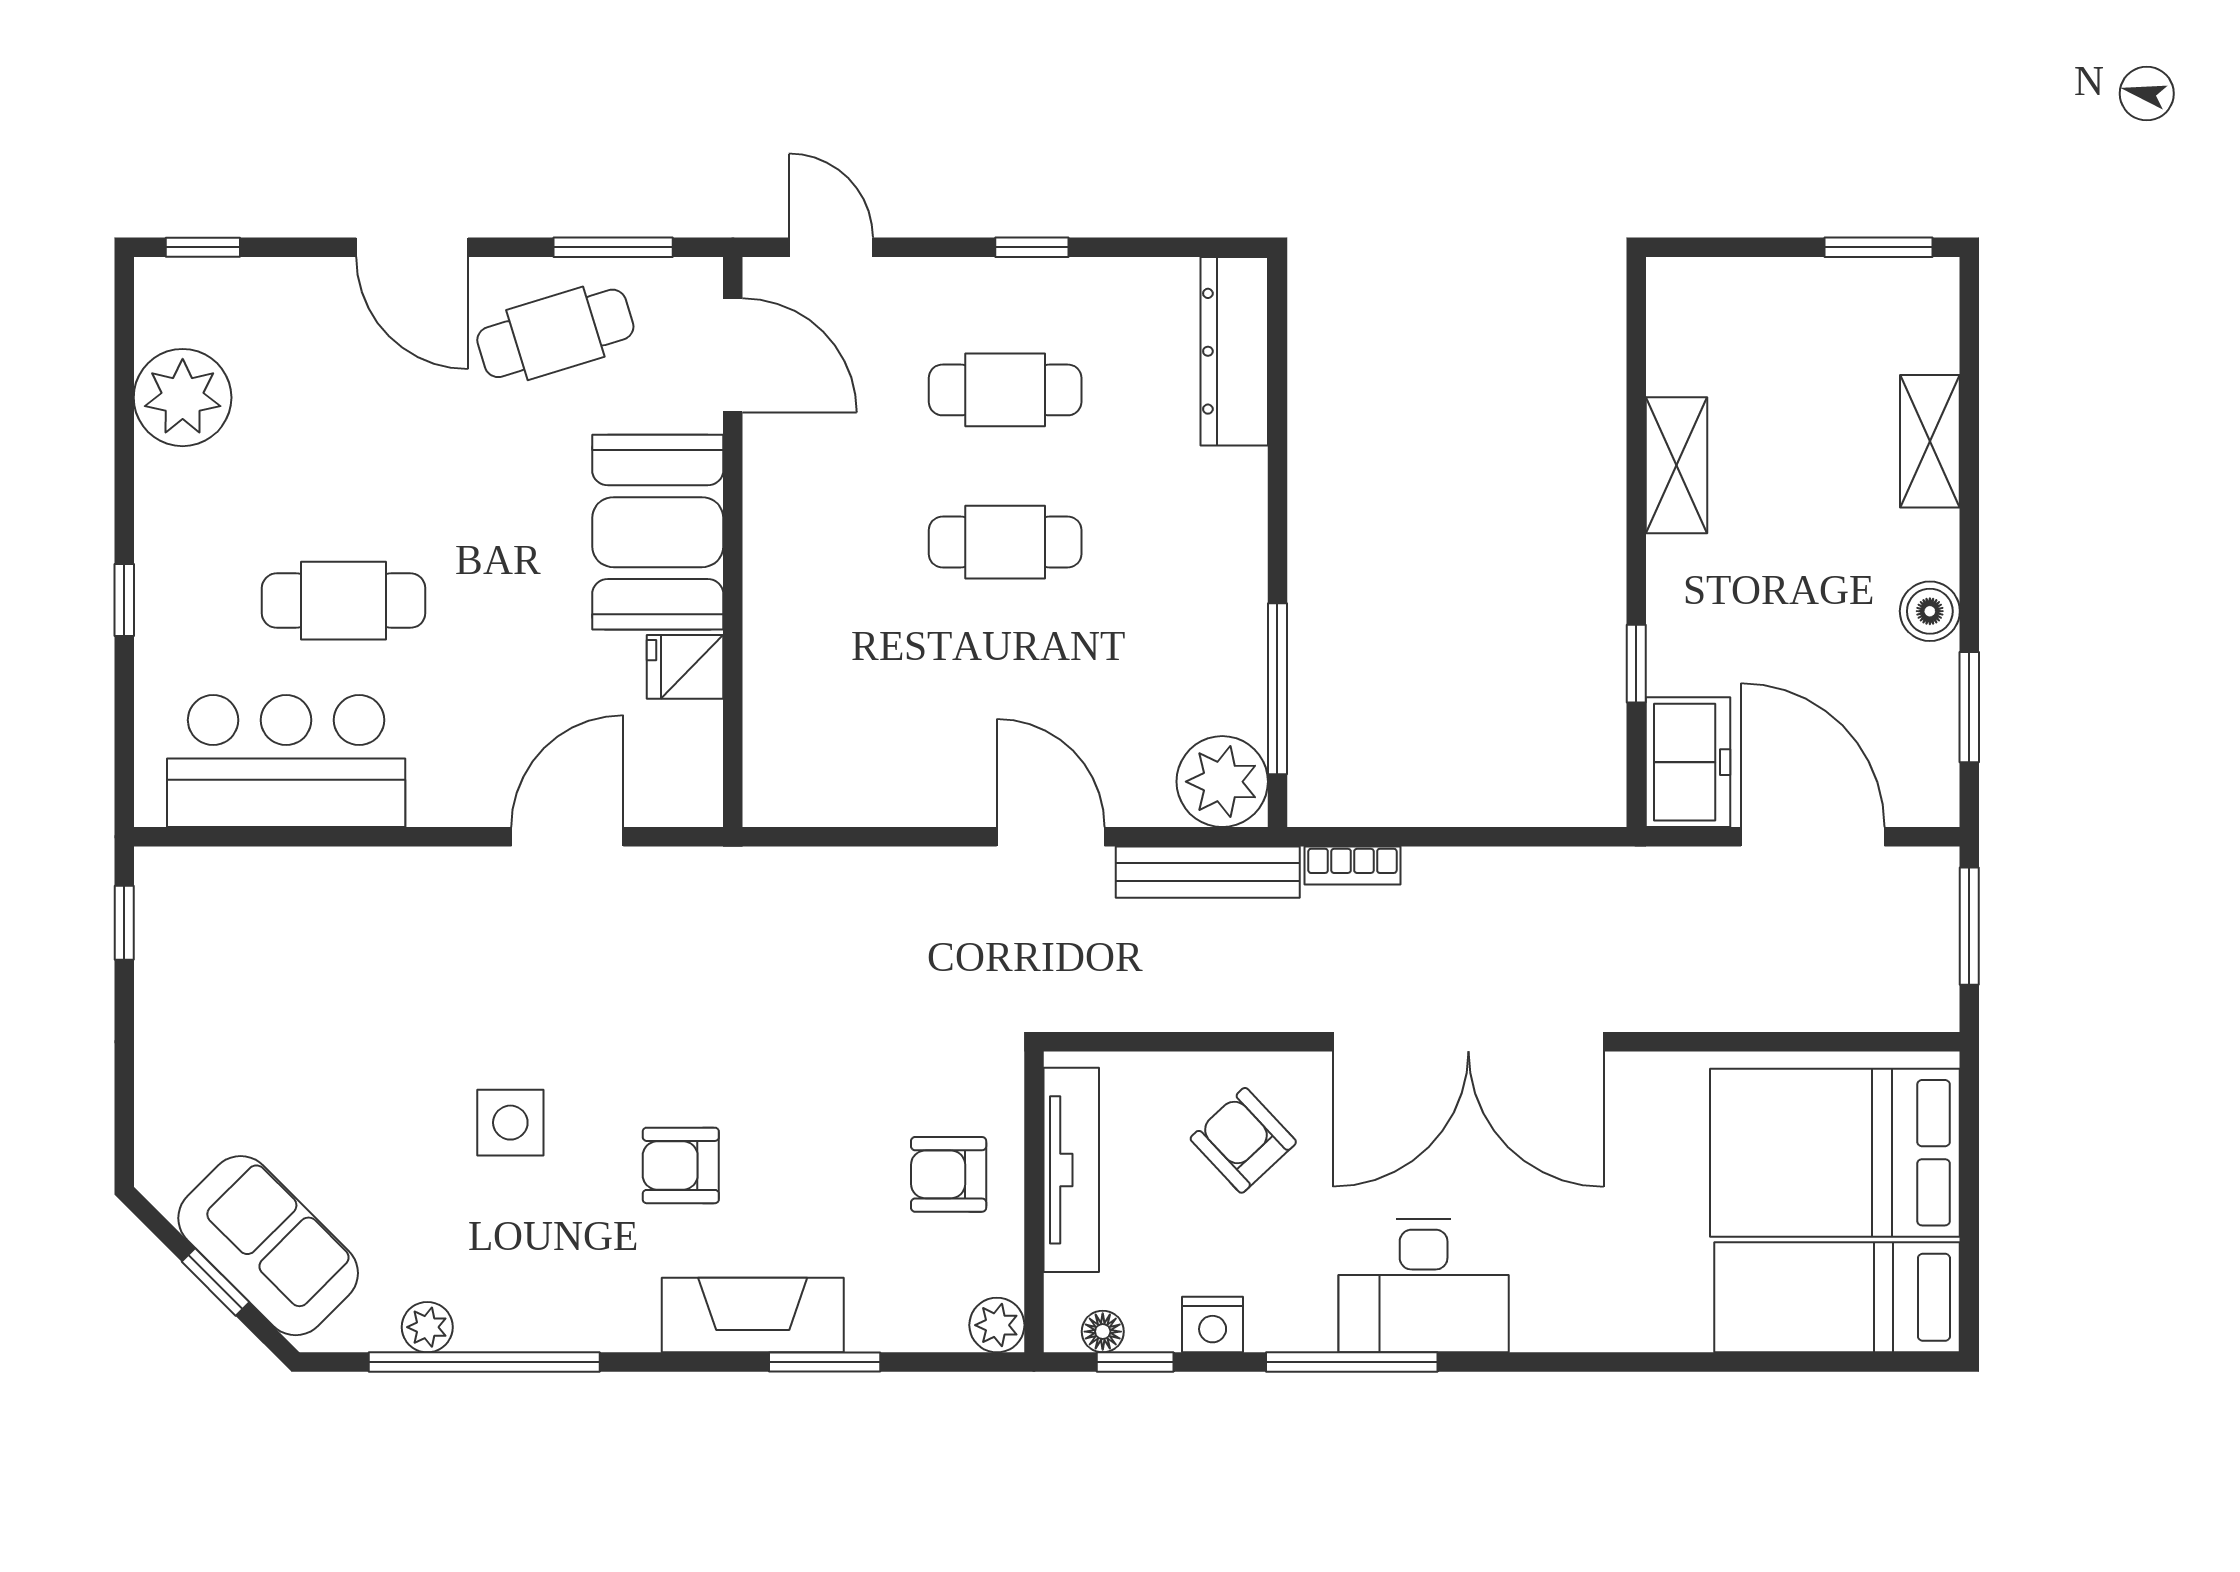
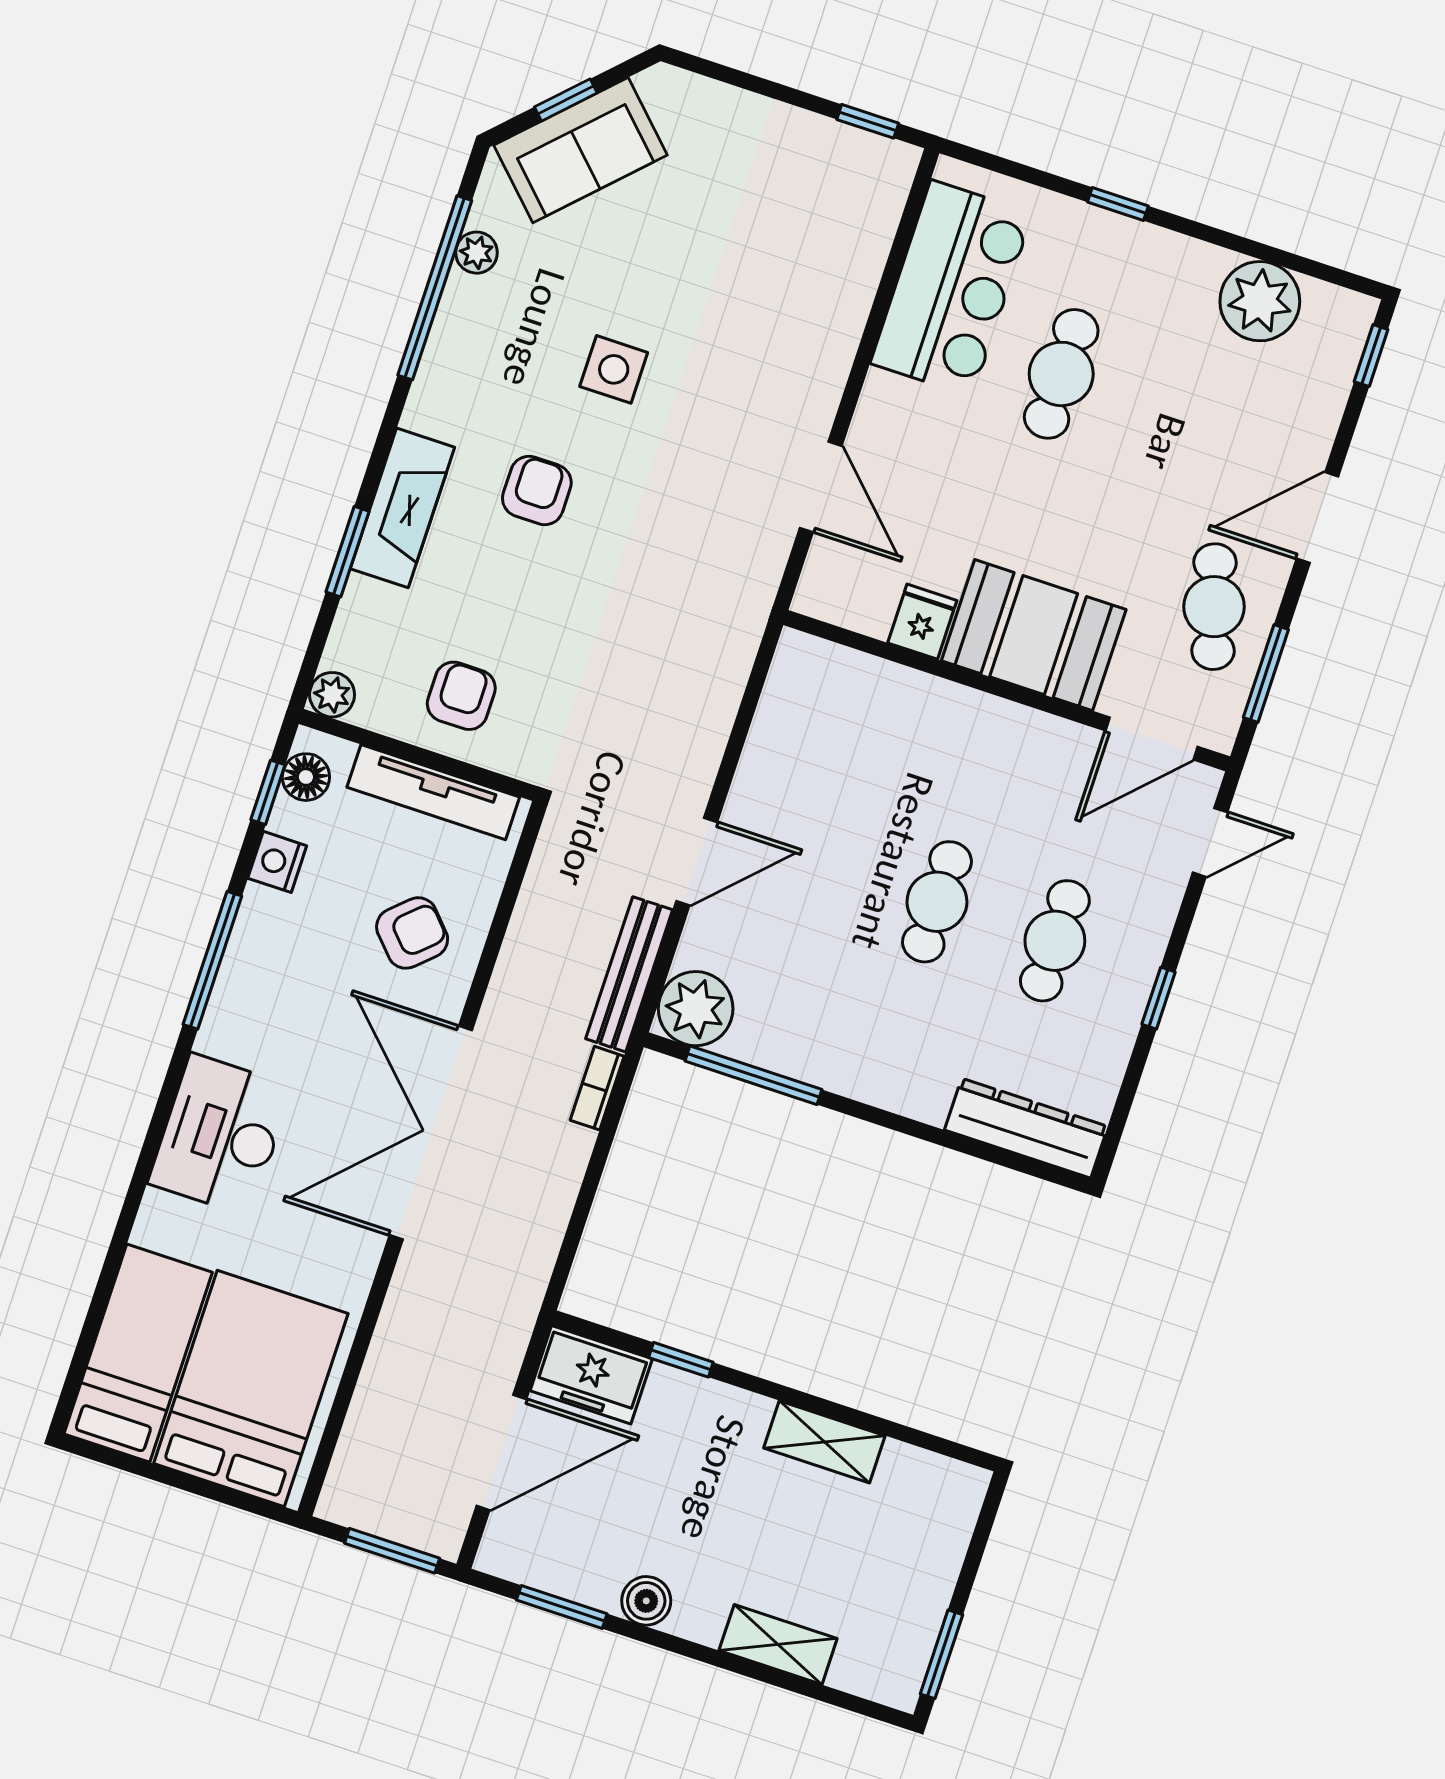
desk: (1424, 1286) -> (220, 1135), moved
floor lamp: (1103, 1332) -> (306, 777), width x1.37, depth x1.37

